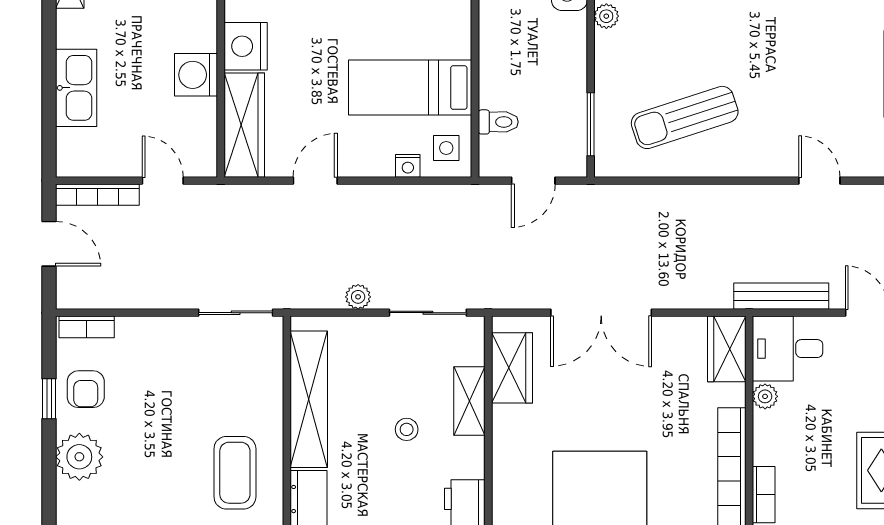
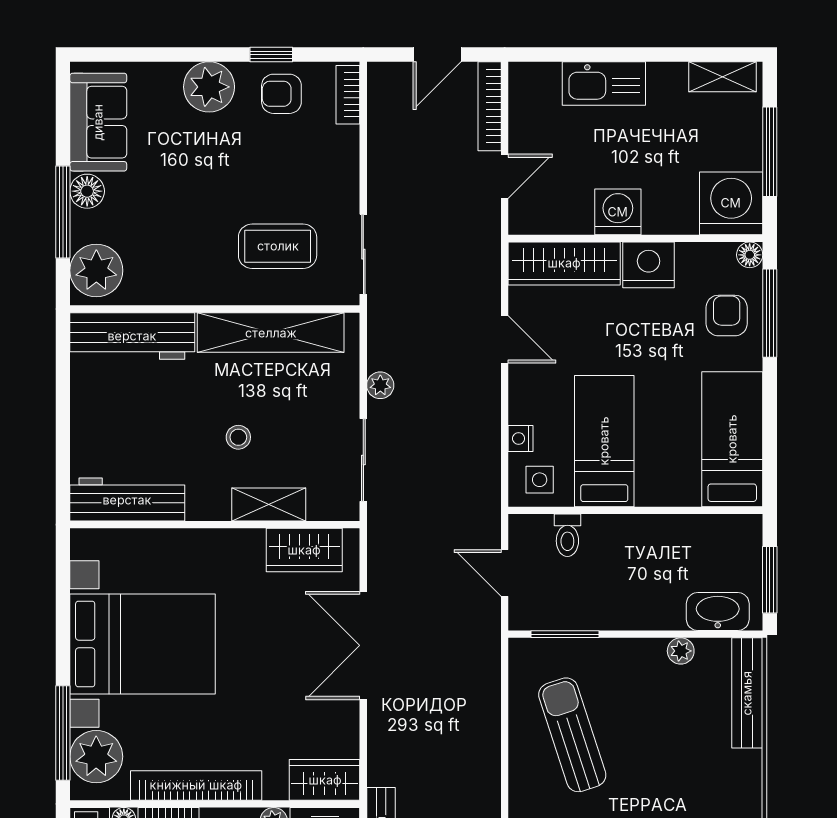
coffee table: (235, 473) -> (278, 246), moved

